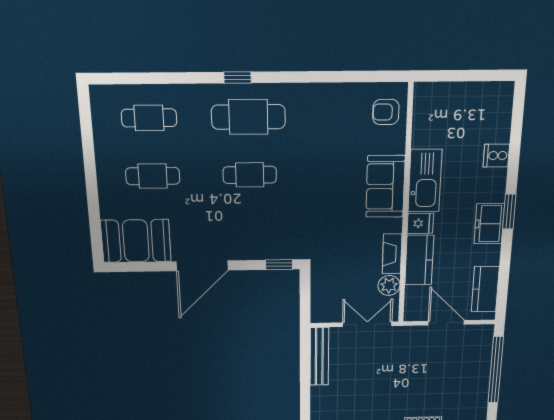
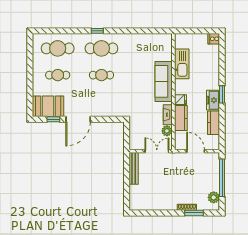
armchair: (386, 112) -> (163, 47), removed
cafe table: (149, 118) -> (58, 48), width x1.37, depth x1.35
cooker: (496, 156) -> (214, 39), moved
kitchen sink: (425, 181) -> (182, 64), moved
sofa: (385, 187) -> (164, 81), width x1.36
window: (279, 265) -> (53, 119), moved
kitchen counter: (485, 289) -> (214, 123), moved
plant: (476, 405) -> (214, 197), added

